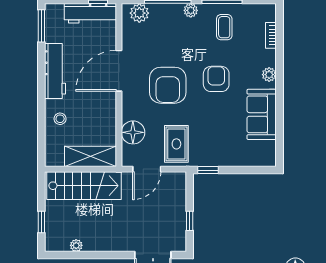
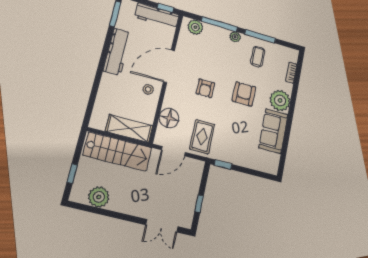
plant: (269, 75) -> (280, 100), width x1.88, depth x1.88
armchair: (168, 85) -> (205, 88), width x0.53, depth x0.53
stool: (60, 119) -> (148, 89), moved
plant: (76, 245) -> (99, 197), width x1.87, depth x1.87

